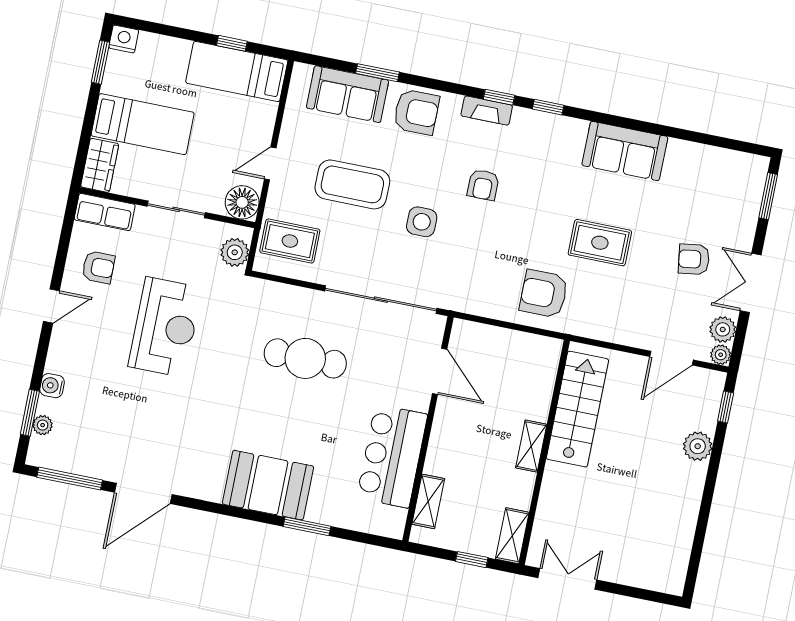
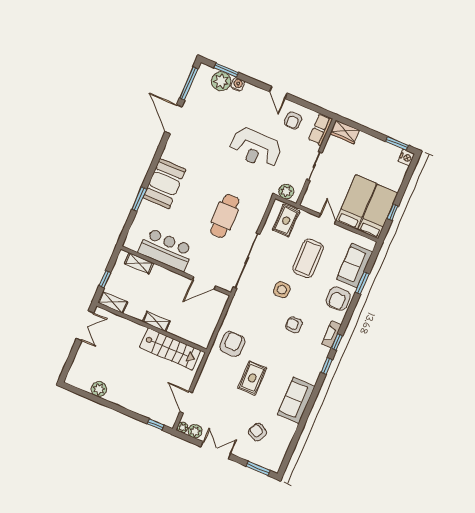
bed: (143, 124) -> (356, 202), moved, turned 180
floor lamp: (242, 202) -> (311, 200), removed
armchair: (694, 259) -> (257, 432), moved, turned -57
plant: (43, 425) -> (221, 81), width x1.88, depth x1.88
plant: (698, 446) -> (99, 389), moved

